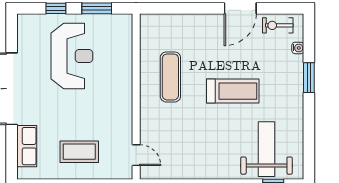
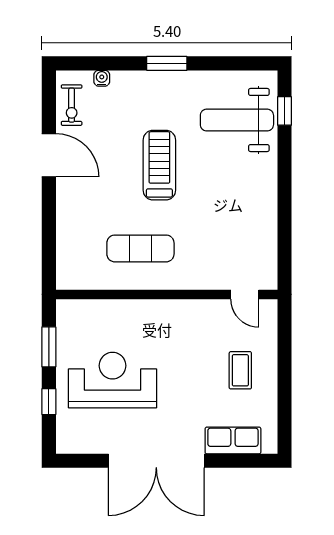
window: (309, 78) -> (167, 63), moved
coffee table: (79, 152) -> (240, 370), width x0.73, depth x0.77
door: (136, 155) -> (245, 294), swing flipped

